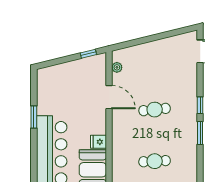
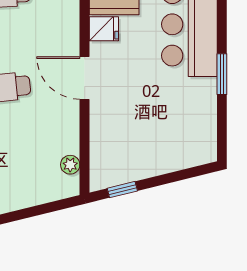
door: (109, 97) -> (85, 78), moved

